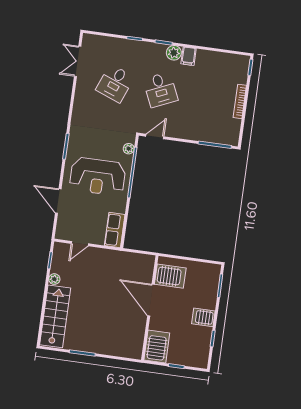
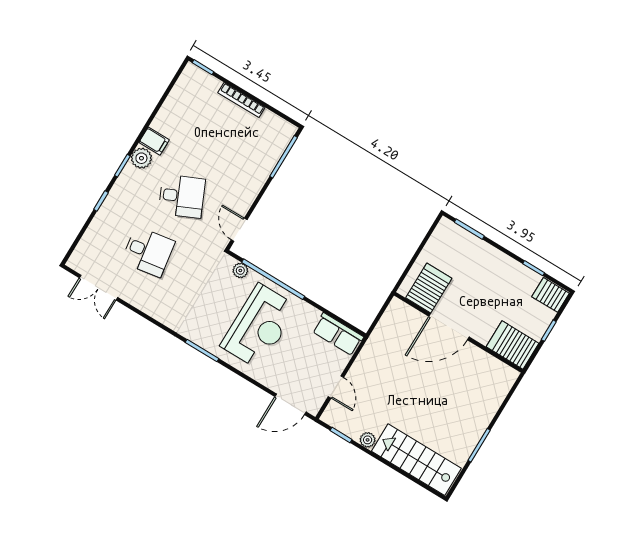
desk: (115, 83) -> (148, 252), turned -30
door: (58, 201) -> (290, 404), moved
server rack: (203, 317) -> (551, 295), moved, turned 90

